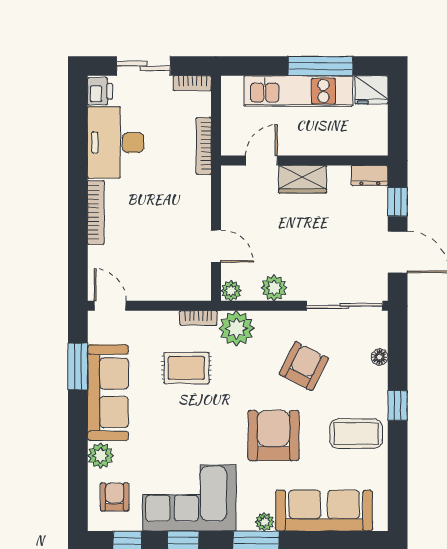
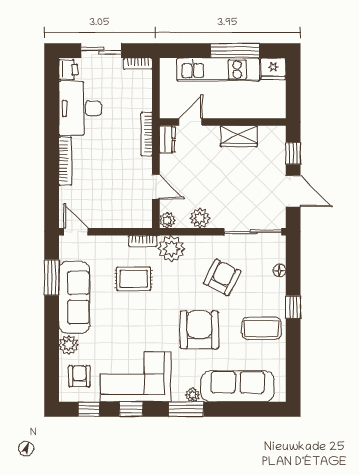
bookcase: (204, 146) -> (147, 134), moved
dresser: (370, 175) -> (167, 139), moved, turned -90
wardrobe: (303, 179) -> (239, 136), moved

